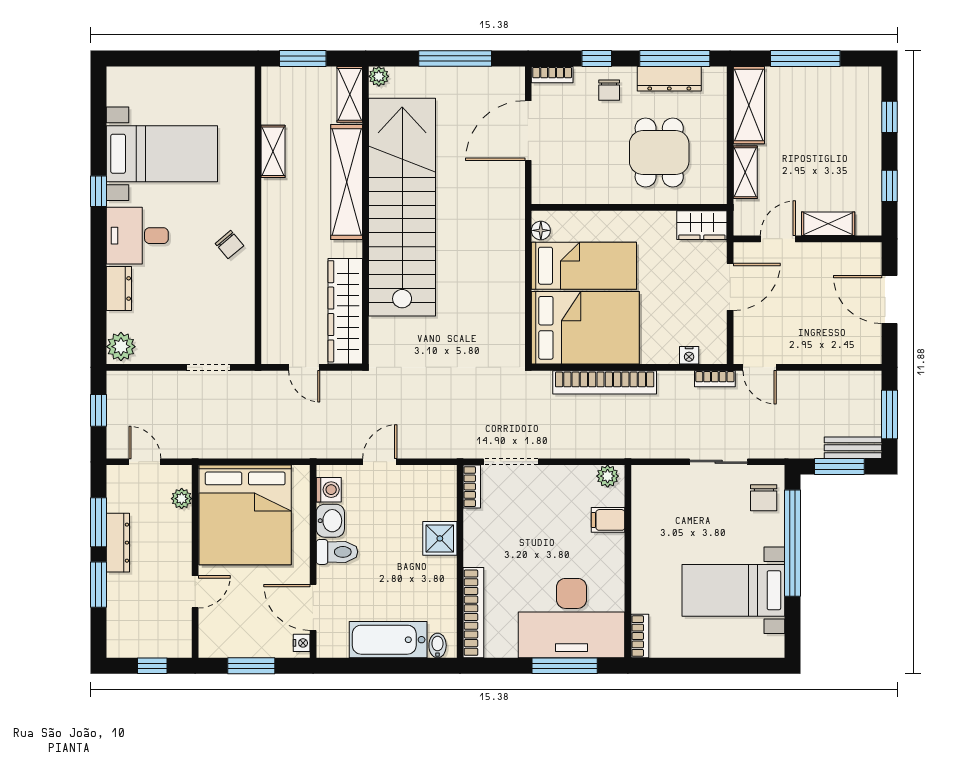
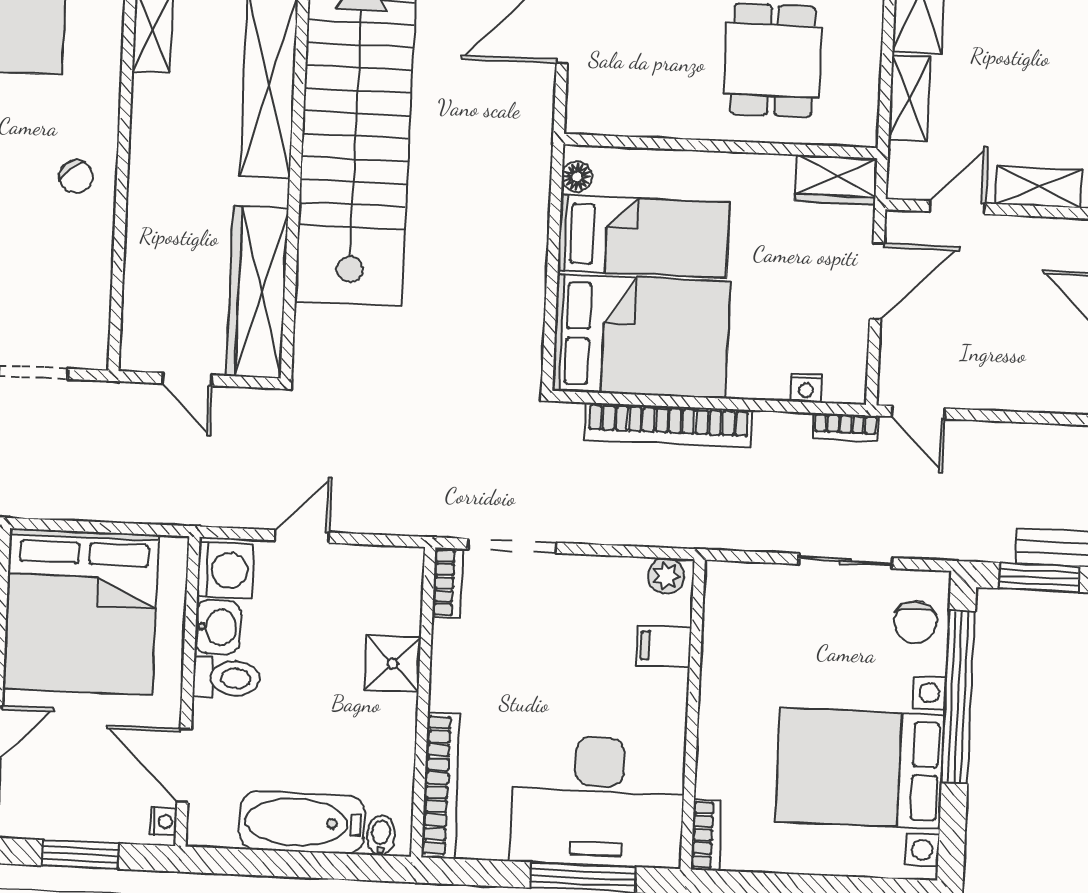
washing machine: (329, 490) -> (225, 570), width x1.38, depth x1.38
bed with nightstands: (733, 590) -> (860, 768), width x1.36

